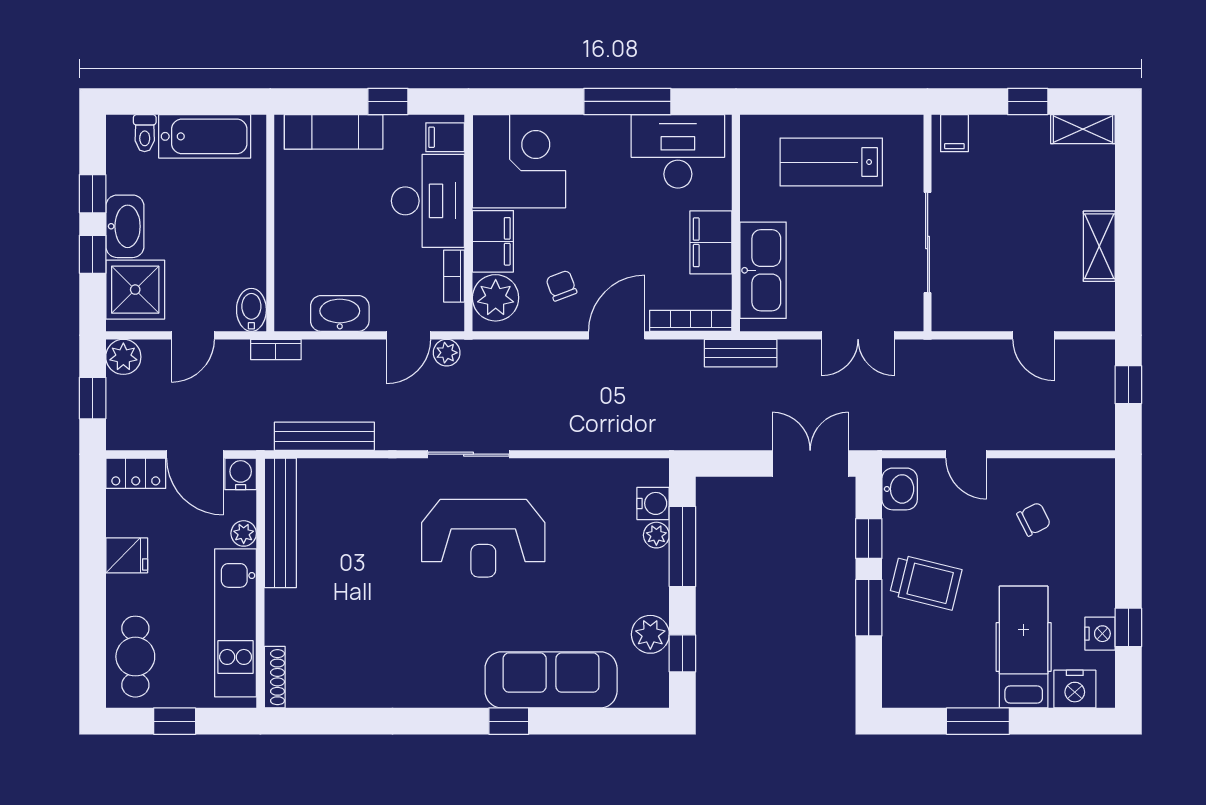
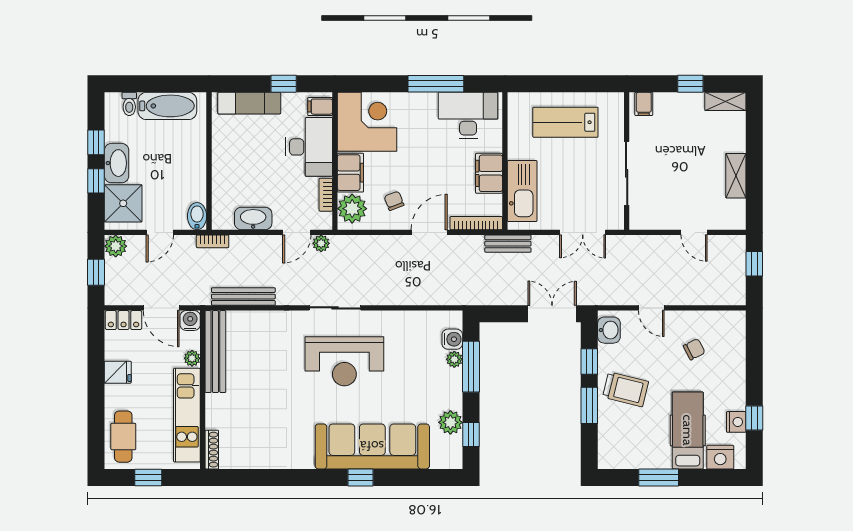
sofa: (551, 680) -> (372, 446), width x1.36, depth x1.27

